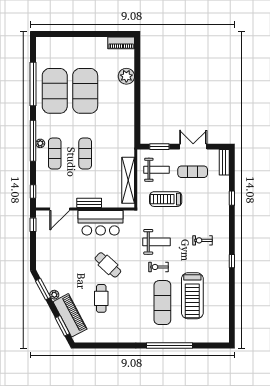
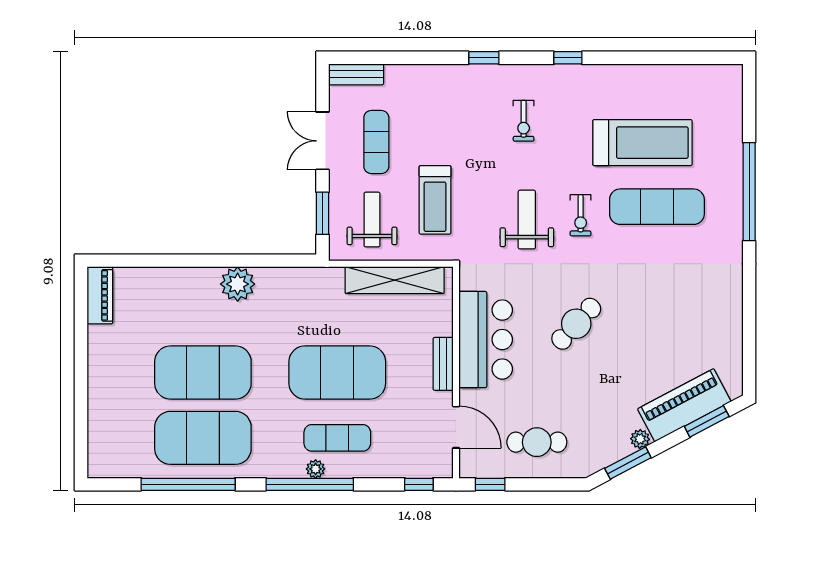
plant: (126, 76) -> (238, 284), moved
exercise mat: (85, 154) -> (337, 373), width x2.00, depth x1.45
window: (232, 198) -> (484, 58), moved
cafe table: (101, 298) -> (537, 442), moved

